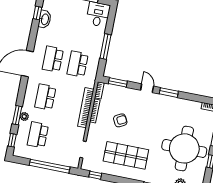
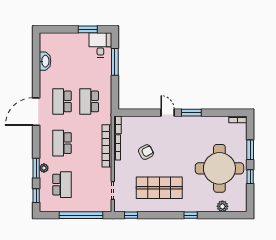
window: (37, 13) -> (36, 56), removed
window: (106, 46) -> (115, 62), moved
window: (118, 82) -> (135, 113), removed
school desk: (38, 135) -> (62, 185), turned 180

